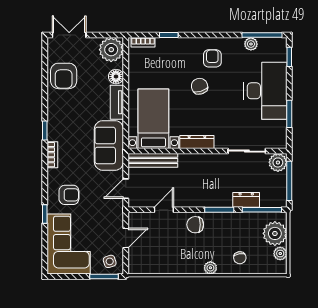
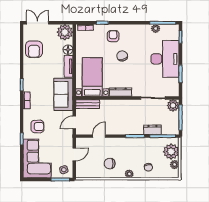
armchair: (212, 58) -> (113, 36), moved
bench: (153, 160) -> (88, 104), width x0.73
chair: (195, 225) -> (110, 164), moved

